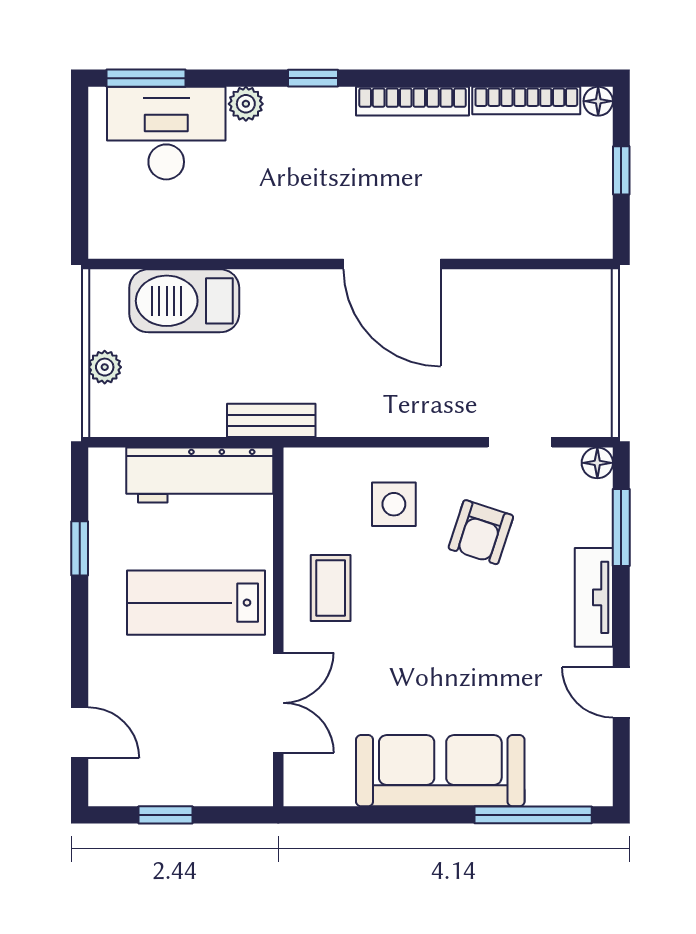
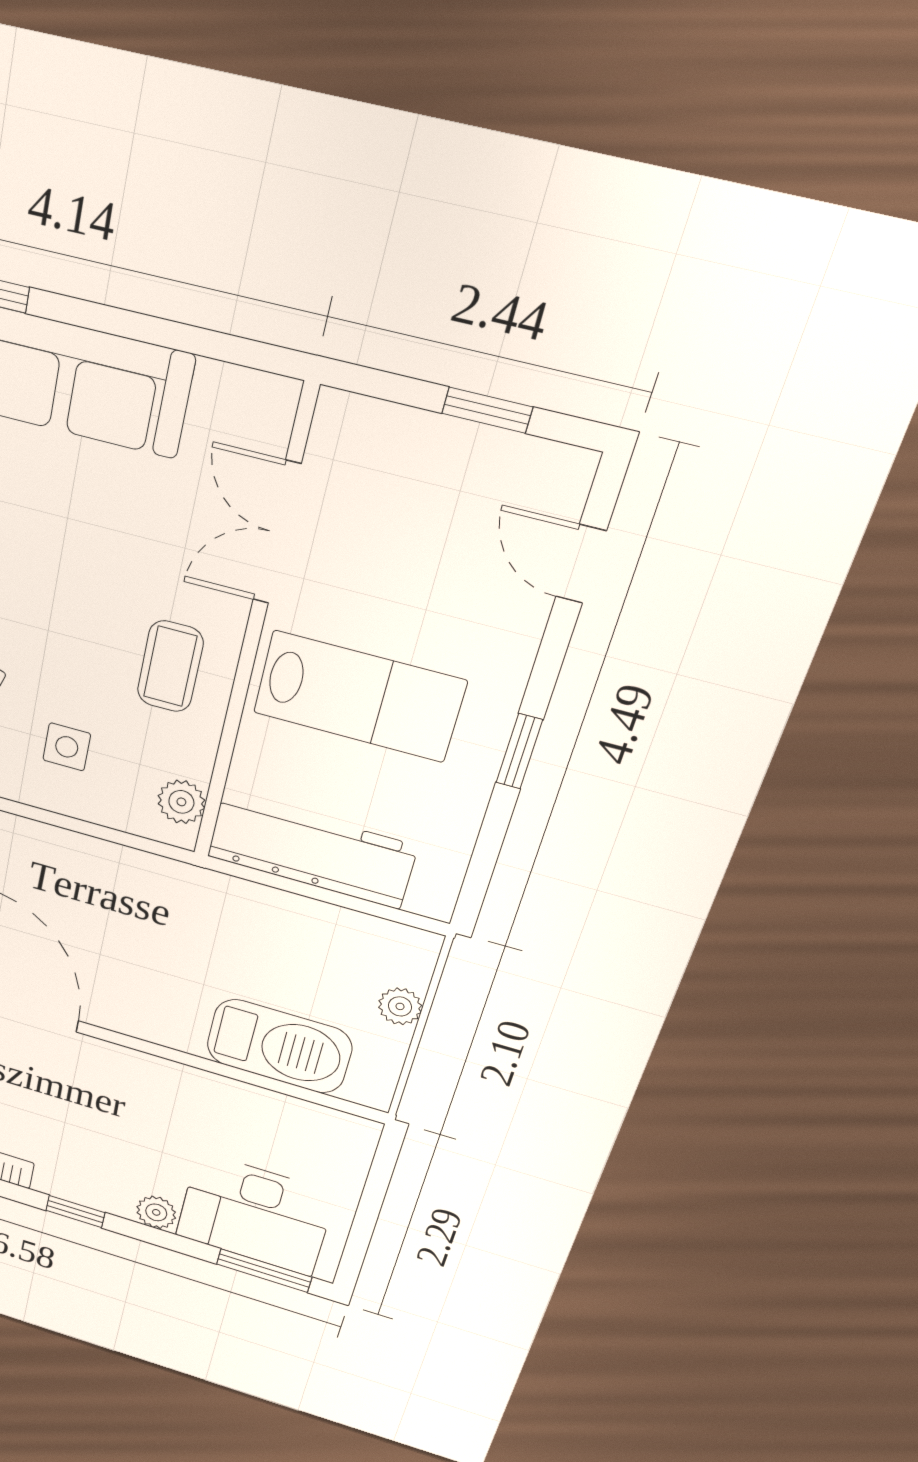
bench: (271, 420) -> (203, 887), removed
plant: (301, 485) -> (181, 802), added
side table: (394, 504) -> (67, 747), width x0.73, depth x0.73
window: (80, 548) -> (519, 751), moved

